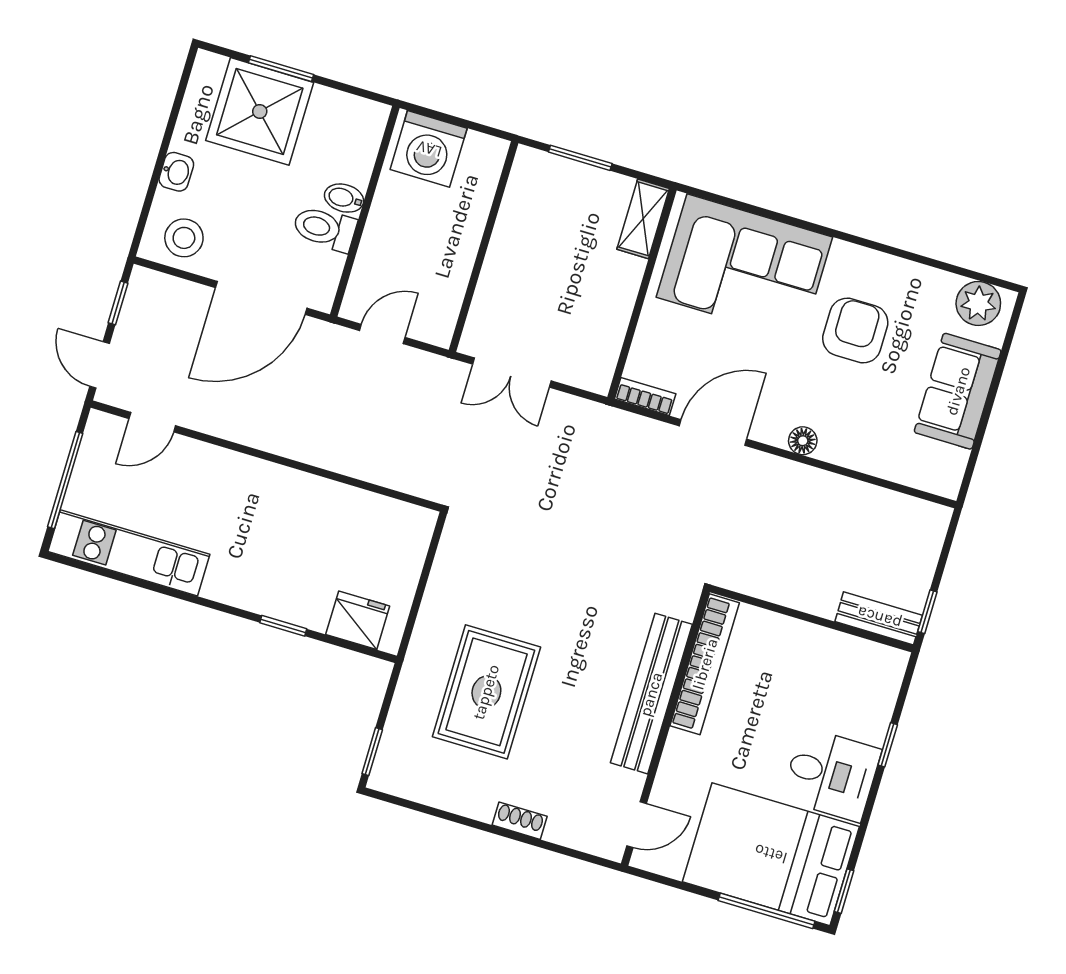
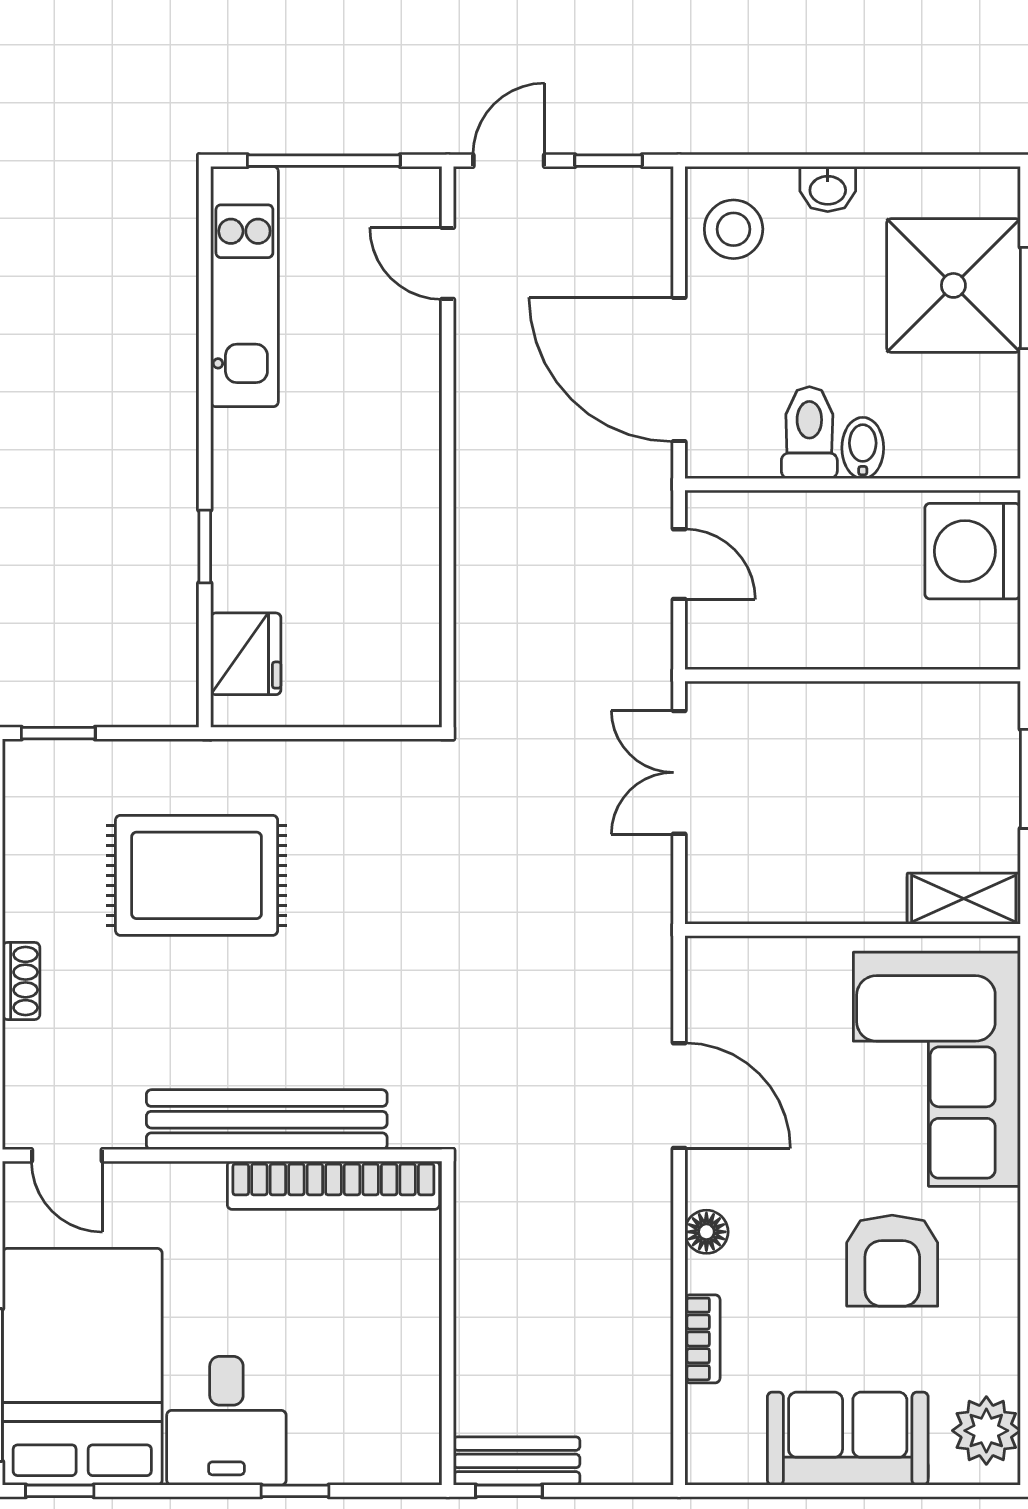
armchair: (855, 330) -> (892, 1261), turned 90
bookcase: (645, 396) -> (702, 1339), moved
bench: (879, 618) -> (517, 1461), moved, turned 90

